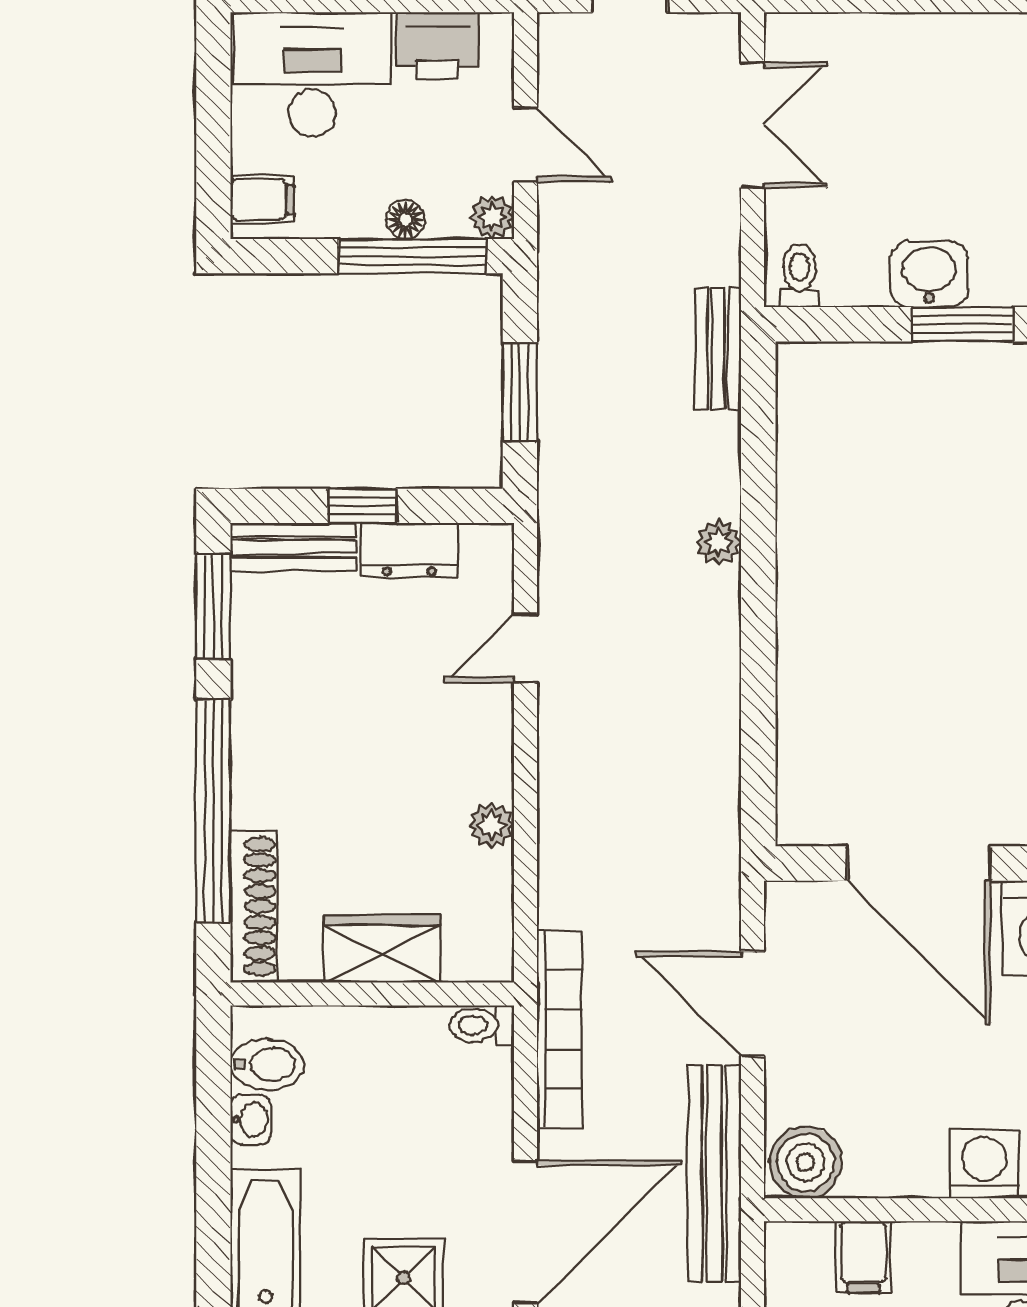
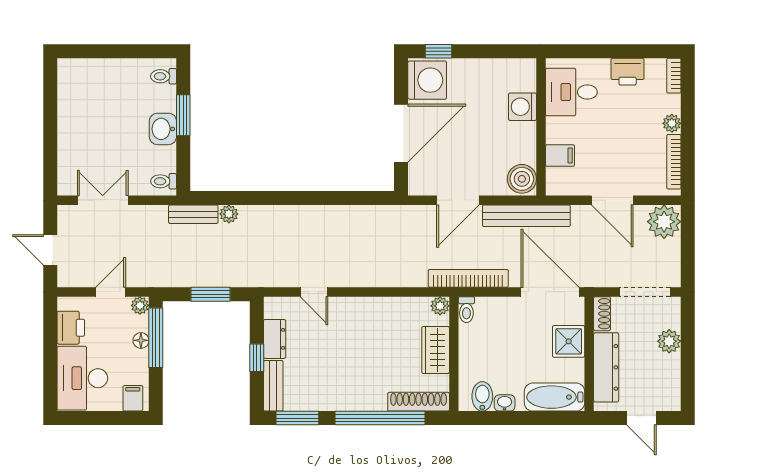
plant: (719, 542) -> (229, 214), moved
plant: (491, 825) -> (440, 306), moved

